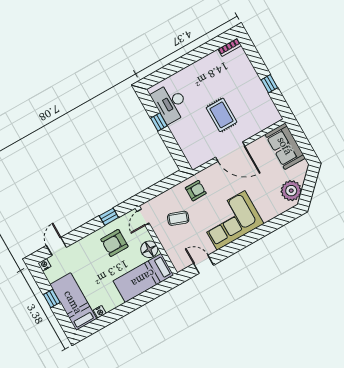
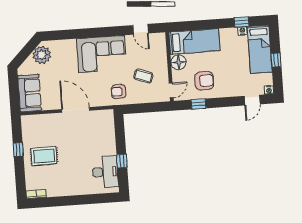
rug: (222, 115) -> (44, 156), moved, turned 90
window: (105, 320) -> (241, 22), added

